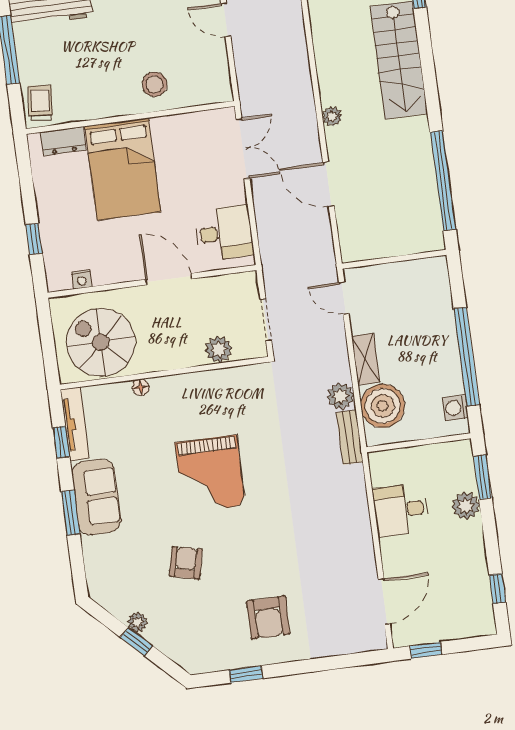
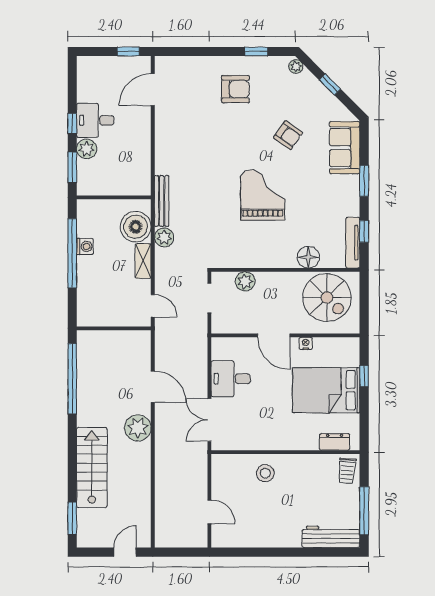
plant: (332, 116) -> (138, 428), width x1.88, depth x1.88
bed: (123, 169) -> (326, 390), moved, turned -90
desk: (224, 233) -> (231, 379), moved
nightstand: (82, 279) -> (306, 343), moved
floor lamp: (141, 387) -> (308, 257), width x1.89, depth x1.89
washing machine: (455, 408) -> (85, 246), moved
bench: (350, 437) -> (162, 201), width x1.36
sofa: (96, 497) -> (345, 148), moved
desk: (401, 510) -> (95, 120), moved, turned 180
armchair: (186, 563) -> (288, 135), turned -68
window: (497, 589) -> (72, 124), moved
armchair: (268, 618) -> (235, 89), turned 90
plant: (138, 622) -> (296, 66), moved

